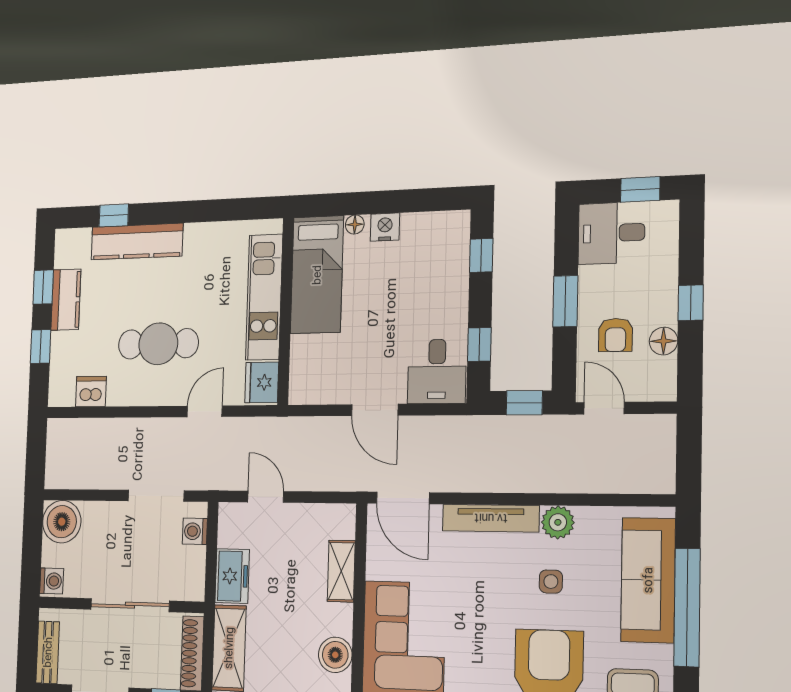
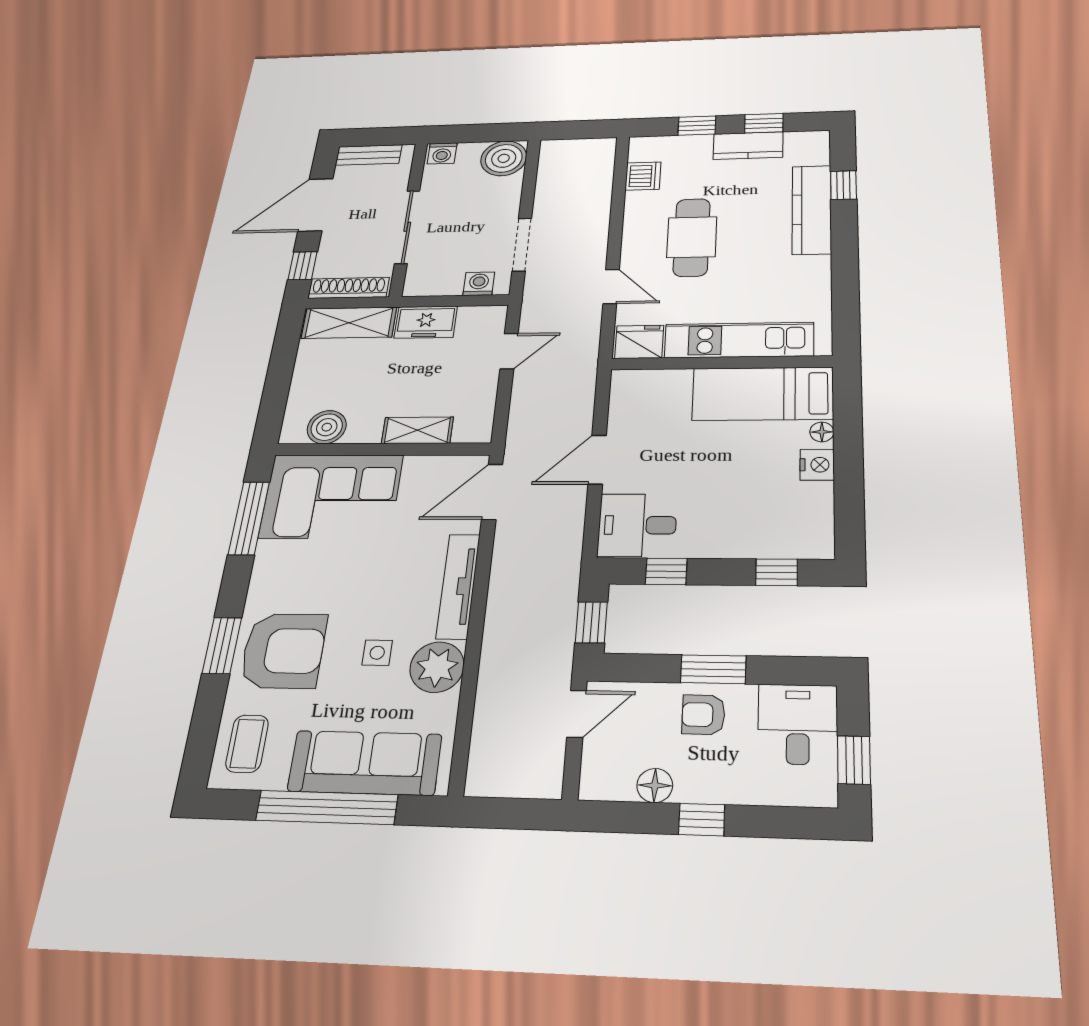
armchair: (615, 335) -> (703, 715), moved
plant: (558, 522) -> (437, 667), width x1.36, depth x1.36

